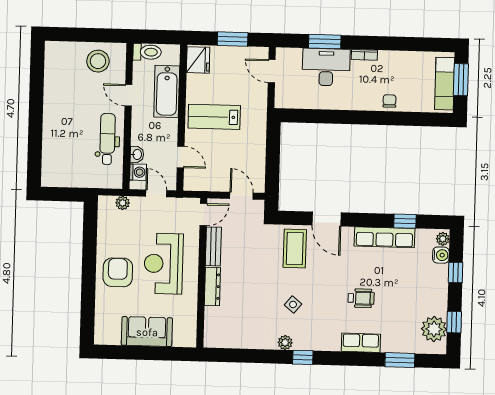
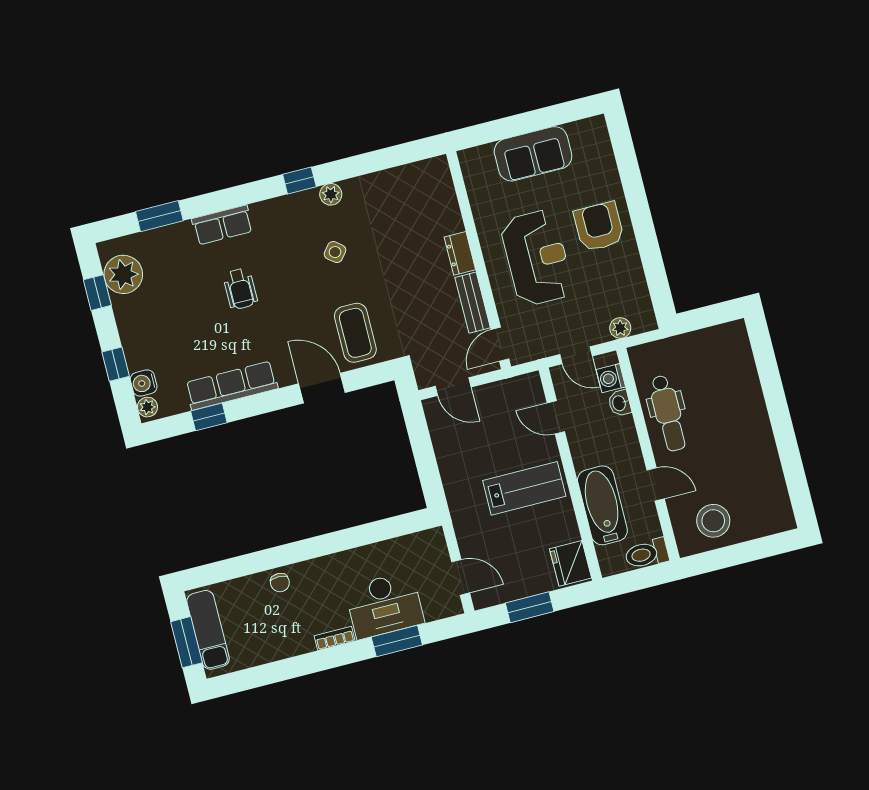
armchair: (118, 272) -> (599, 227), turned 180
dresser: (212, 286) -> (460, 253), width x0.70
wheelchair: (361, 298) -> (240, 289), turned -90

